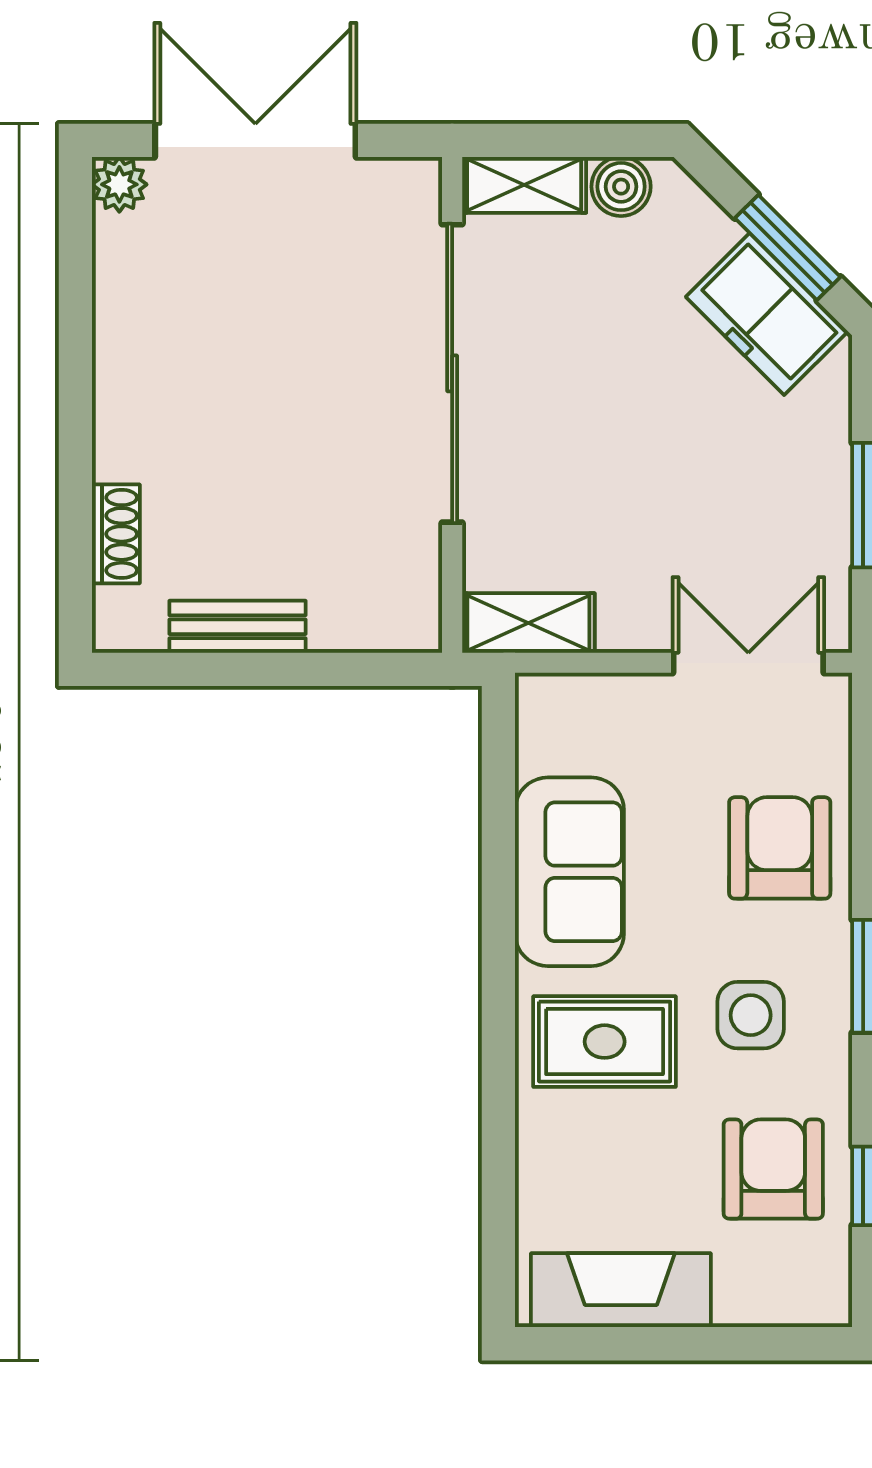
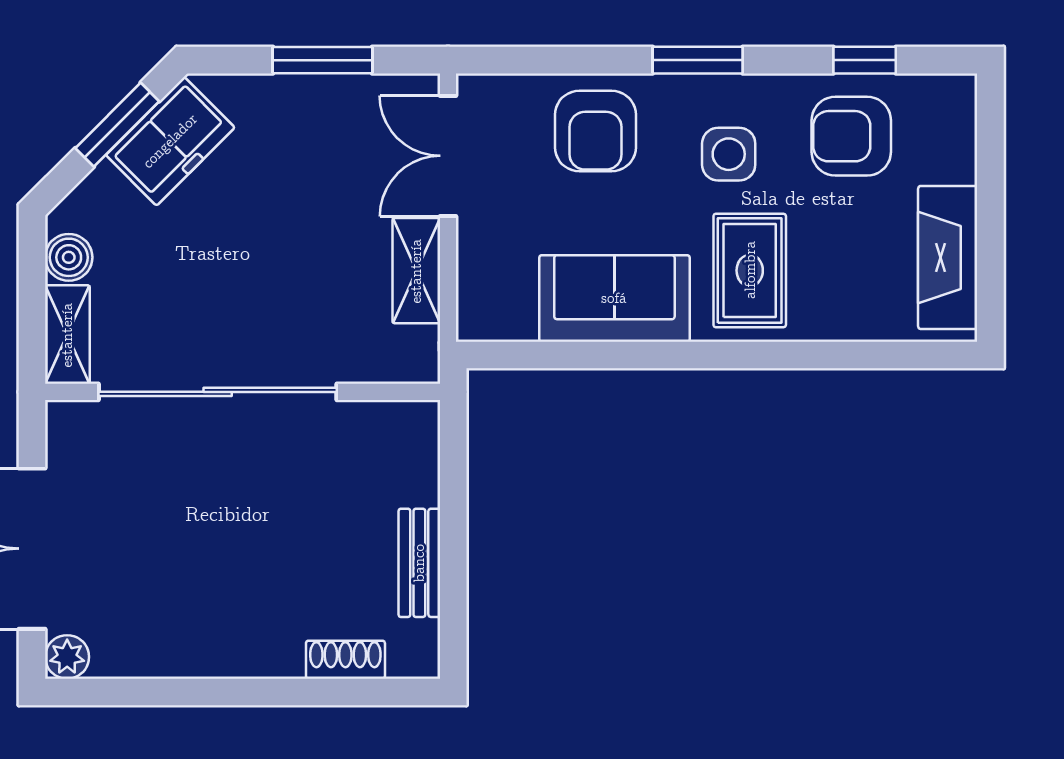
shelving: (528, 623) -> (416, 271), moved
armchair: (780, 848) -> (595, 131), turned -90

